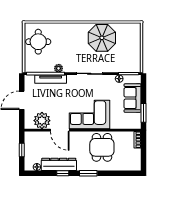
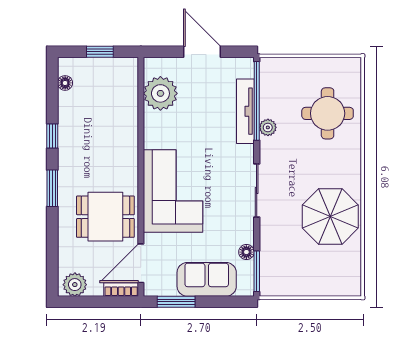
round table: (38, 42) -> (328, 113), moved
door: (60, 130) -> (141, 263), moved
plant: (135, 162) -> (75, 285), added
dresser: (59, 164) -> (71, 128), removed

